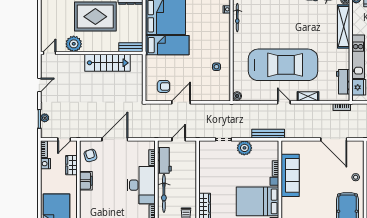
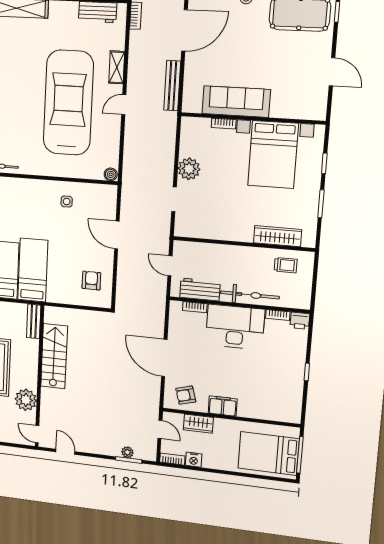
door: (39, 85) -> (65, 452), moved
door: (181, 102) -> (117, 235), moved
bench: (268, 134) -> (172, 86), moved

